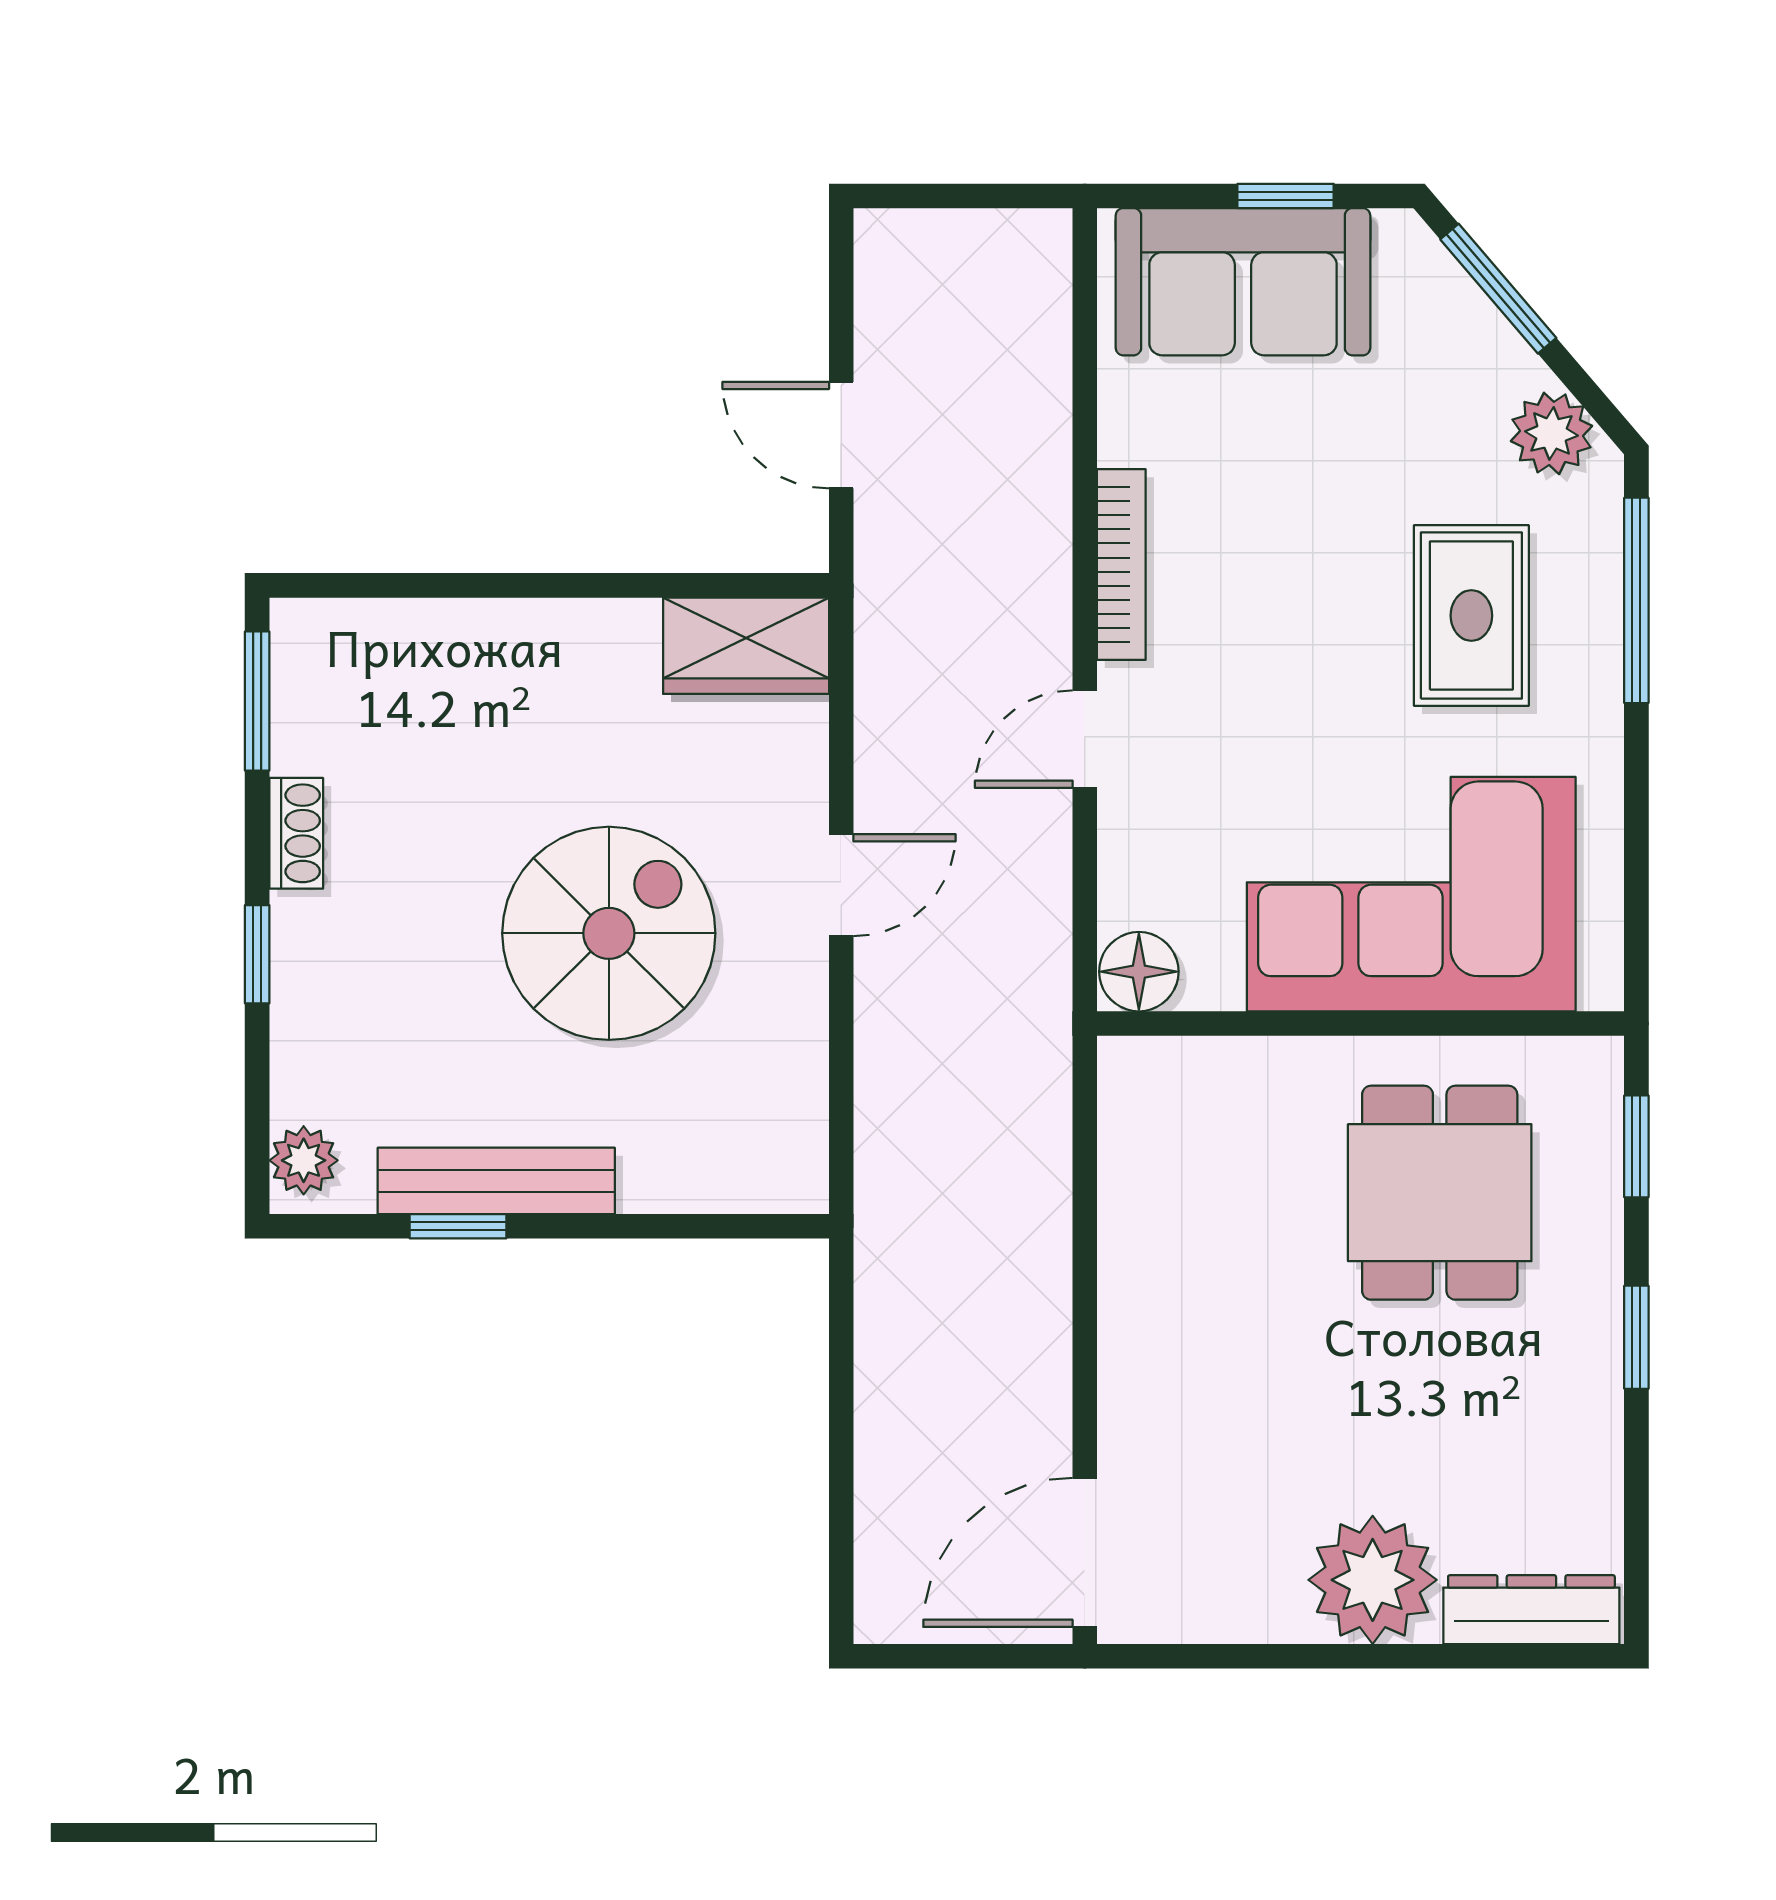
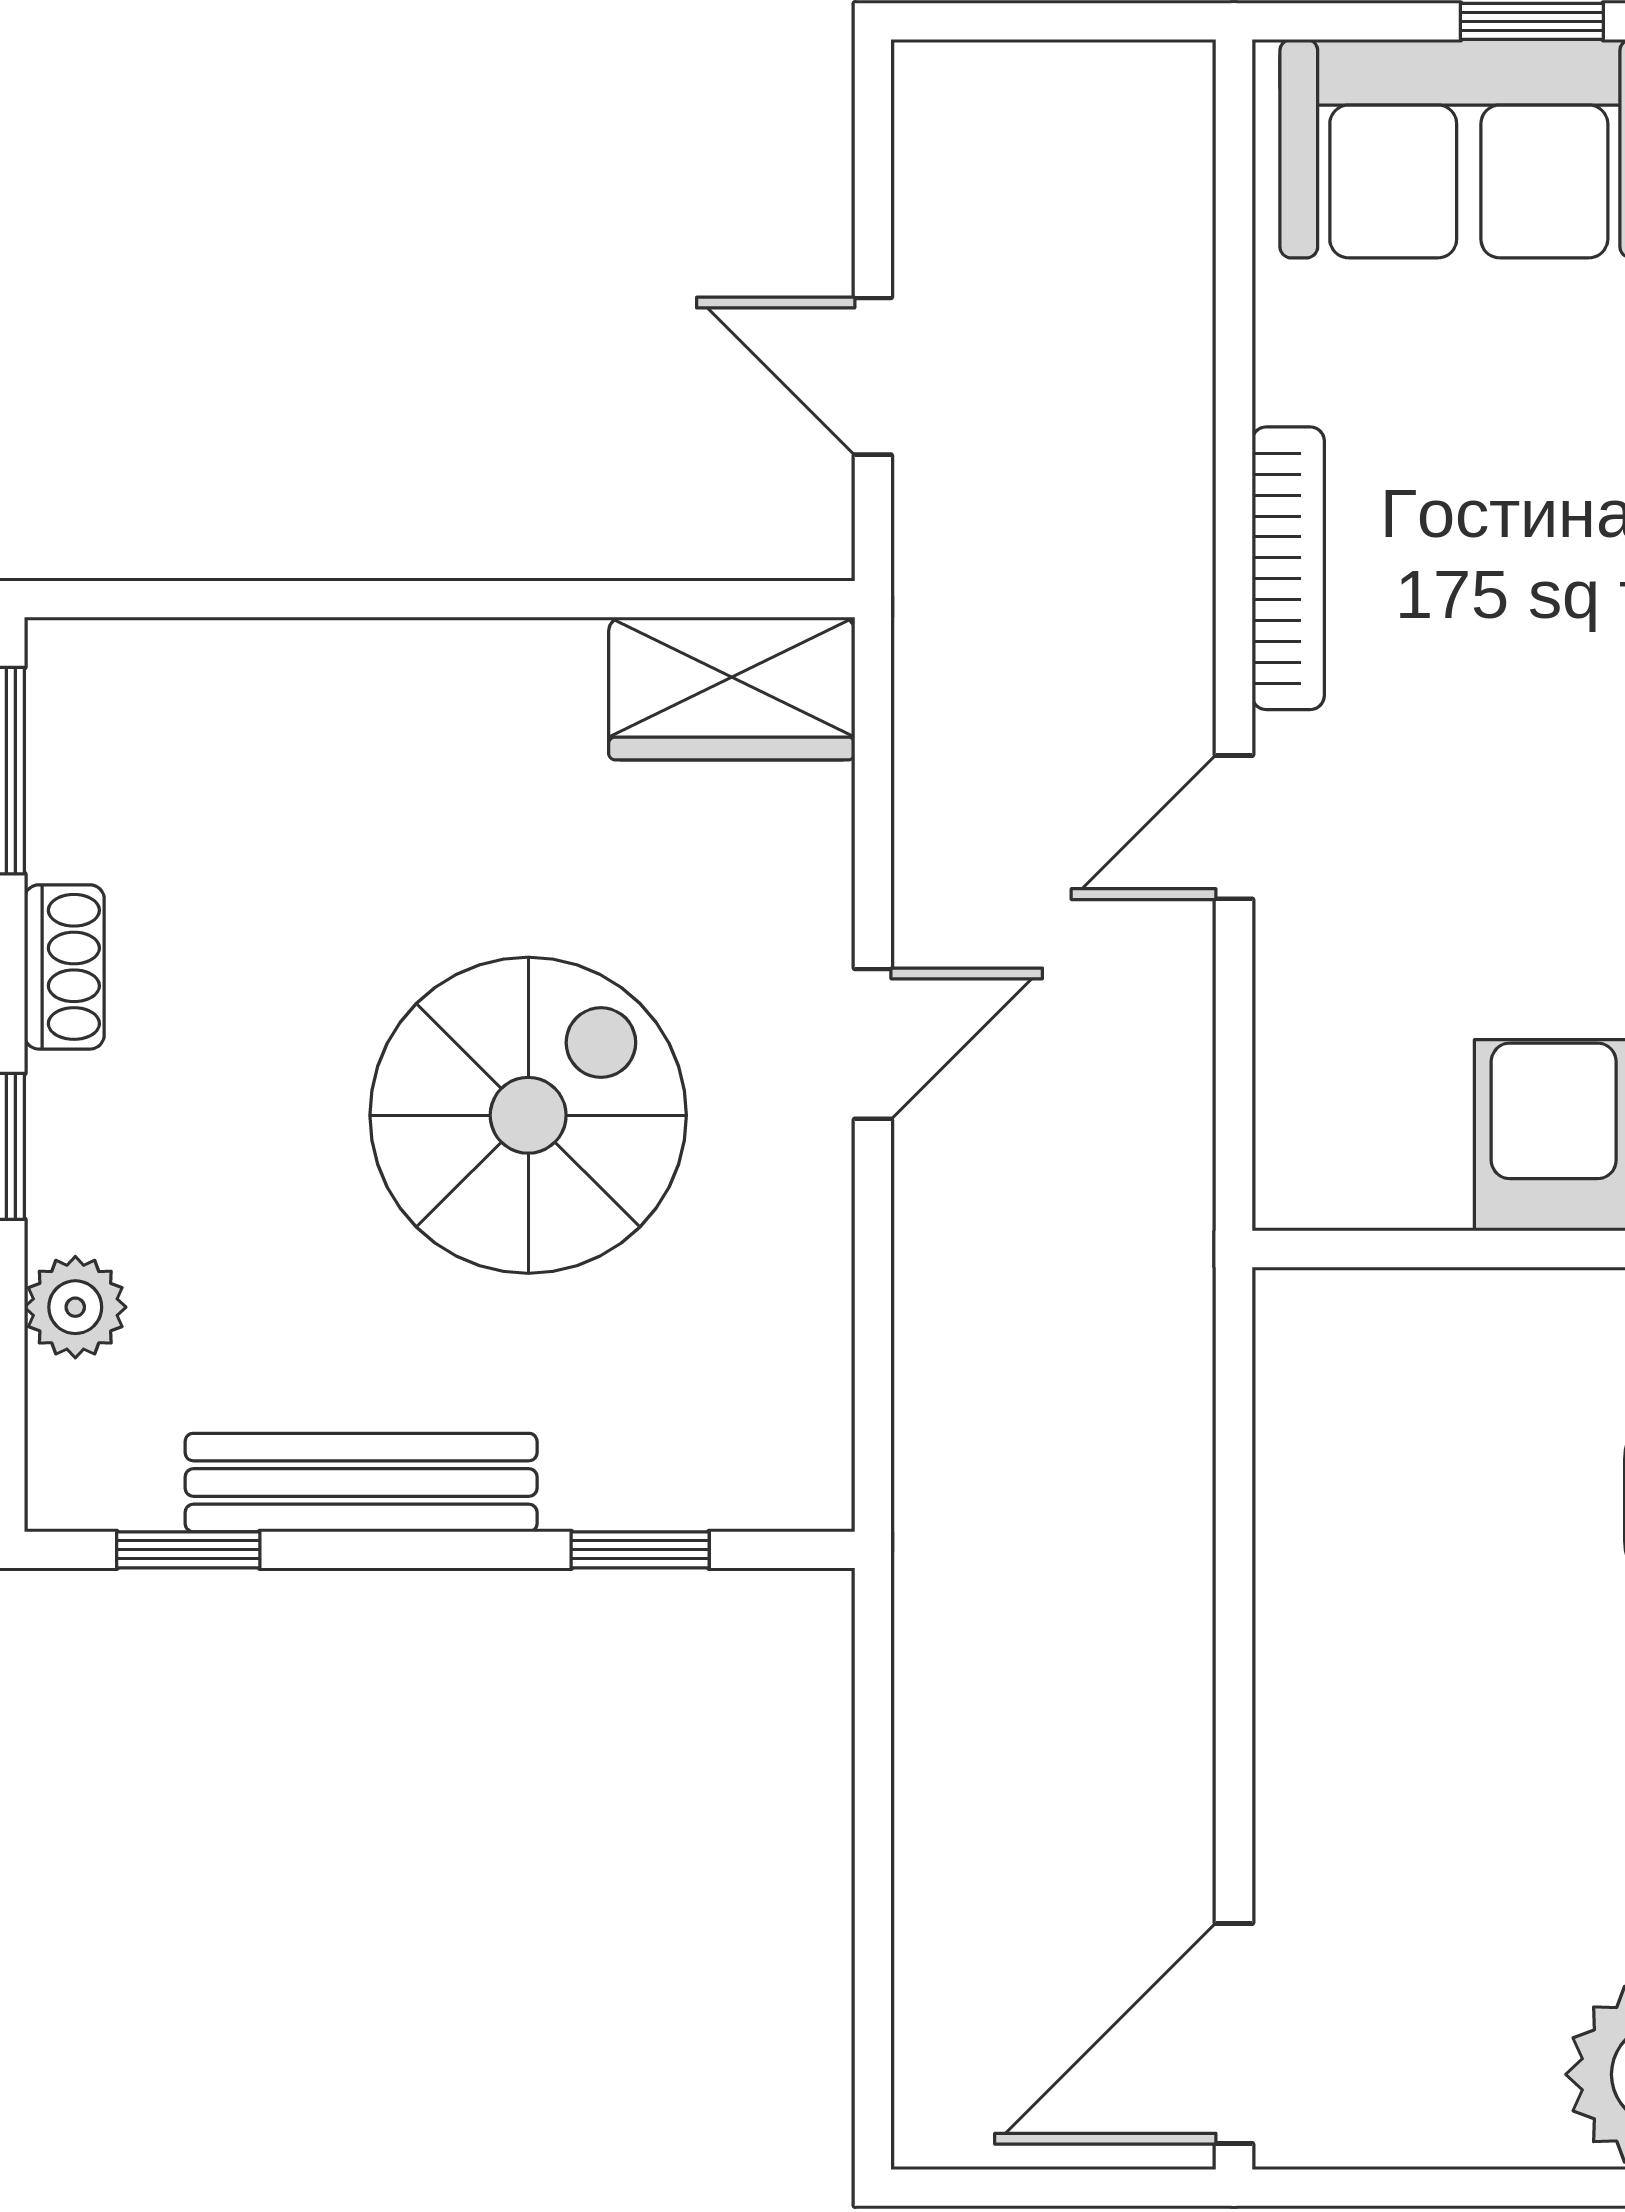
floor lamp: (1139, 972) -> (1314, 1172), removed
plant: (304, 1160) -> (75, 1307), moved
window: (458, 1226) -> (188, 1550), moved
window: (684, 1226) -> (640, 1550), added

